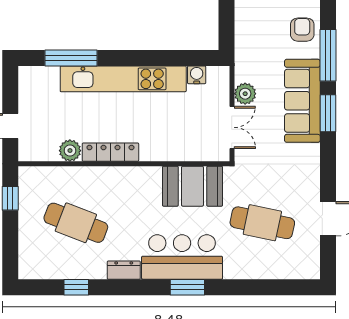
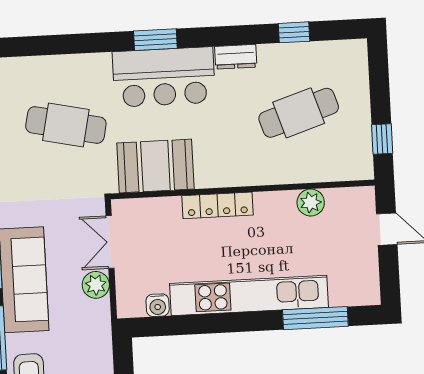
locker: (110, 152) -> (218, 205), moved
cafe table: (76, 223) -> (299, 113), turned -39

